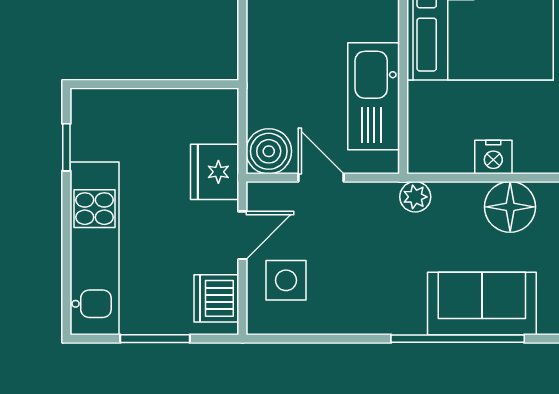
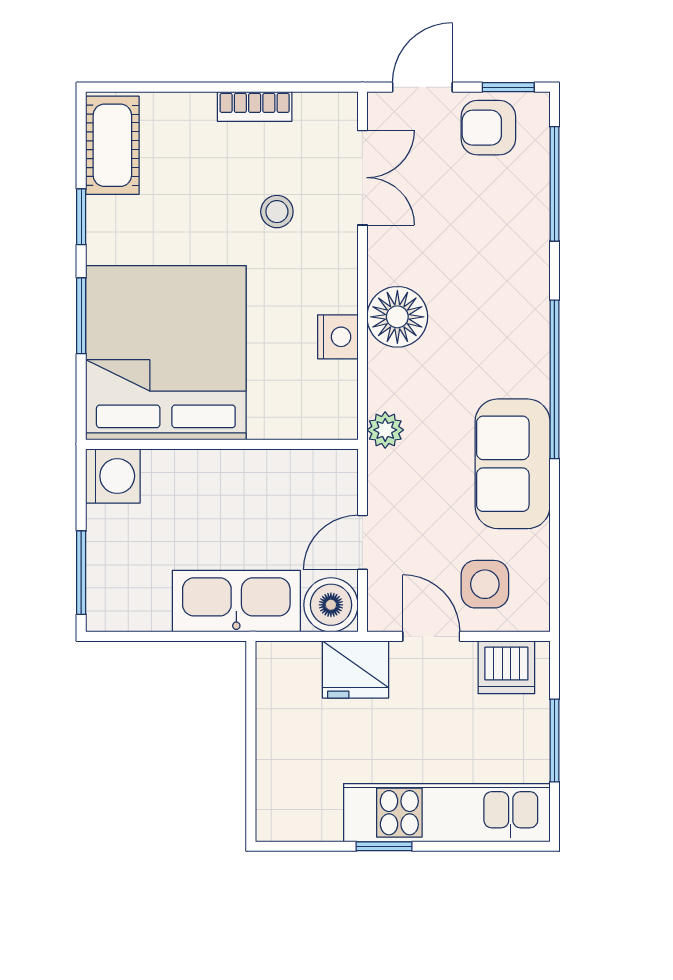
kitchen sink: (374, 96) -> (236, 601), moved, turned 180
window: (66, 147) -> (384, 846), moved
sofa: (482, 304) -> (513, 464), moved

